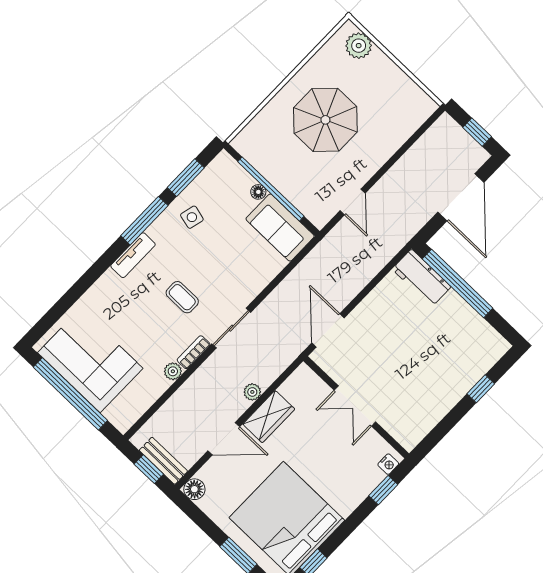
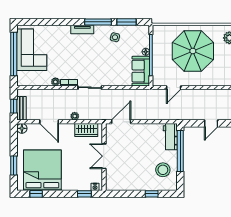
parasol: (325, 120) -> (193, 51), width x1.36, depth x1.36
door: (461, 197) -> (211, 123), width x0.53
coffee table: (182, 297) -> (84, 60), removed
stool: (461, 337) -> (163, 170), added
wardrobe: (269, 417) -> (86, 130), moved

